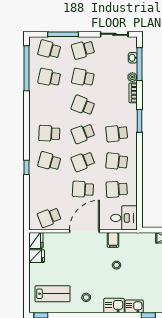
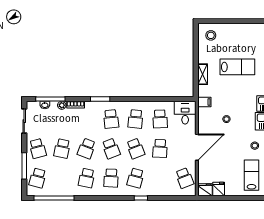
school desk: (49, 77) -> (87, 178), moved
door: (84, 231) -> (197, 147), swing flipped
filing cabinet: (113, 240) -> (204, 102), moved

